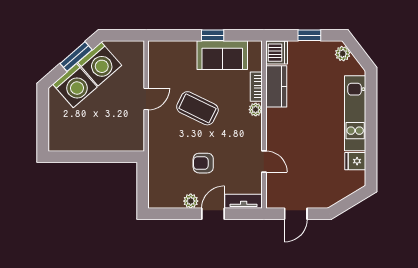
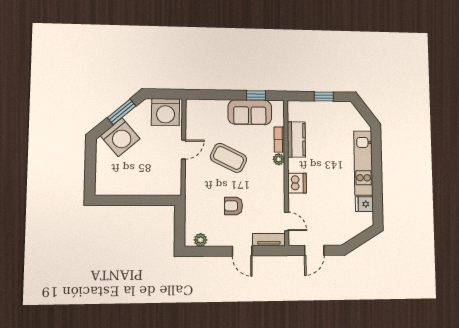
window: (213, 35) -> (256, 95), moved
dishwasher: (277, 53) -> (297, 183), moved
plant: (343, 54) -> (352, 112), removed
washing machine: (100, 64) -> (166, 112), moved, turned 41
door: (264, 162) -> (287, 221), moved
plant: (191, 201) -> (201, 240), moved
door: (213, 214) -> (242, 251), swing flipped

